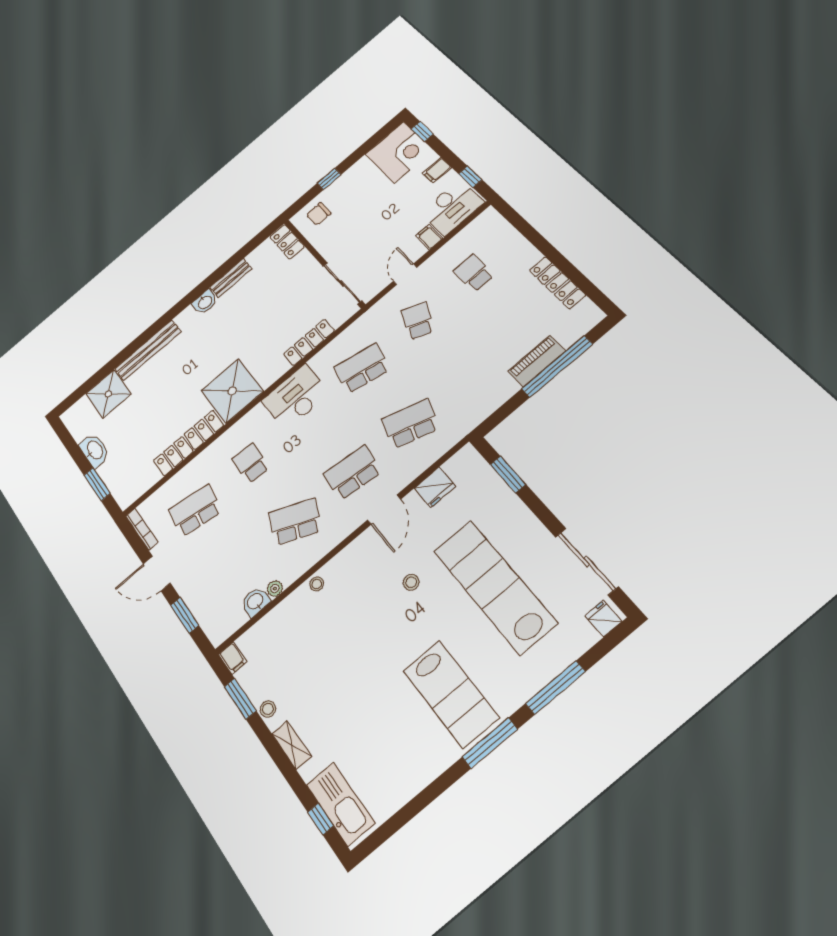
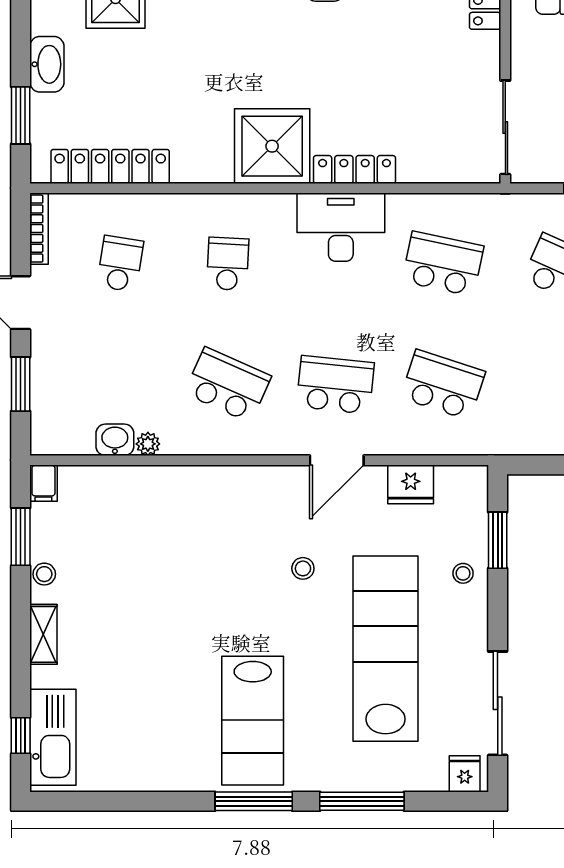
locker: (309, 342) -> (354, 170), moved
locker: (188, 443) -> (110, 166), moved
school desk: (195, 511) -> (120, 264), width x0.54
stool: (317, 584) -> (463, 573), moved

